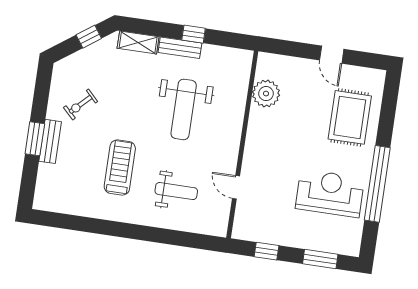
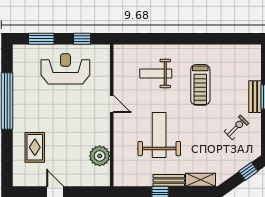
window: (89, 37) -> (248, 171), moved
rug: (350, 117) -> (35, 147), width x0.73, depth x0.70
door: (236, 187) -> (112, 104), moved
reception desk: (330, 193) -> (65, 69), moved, turned 180

